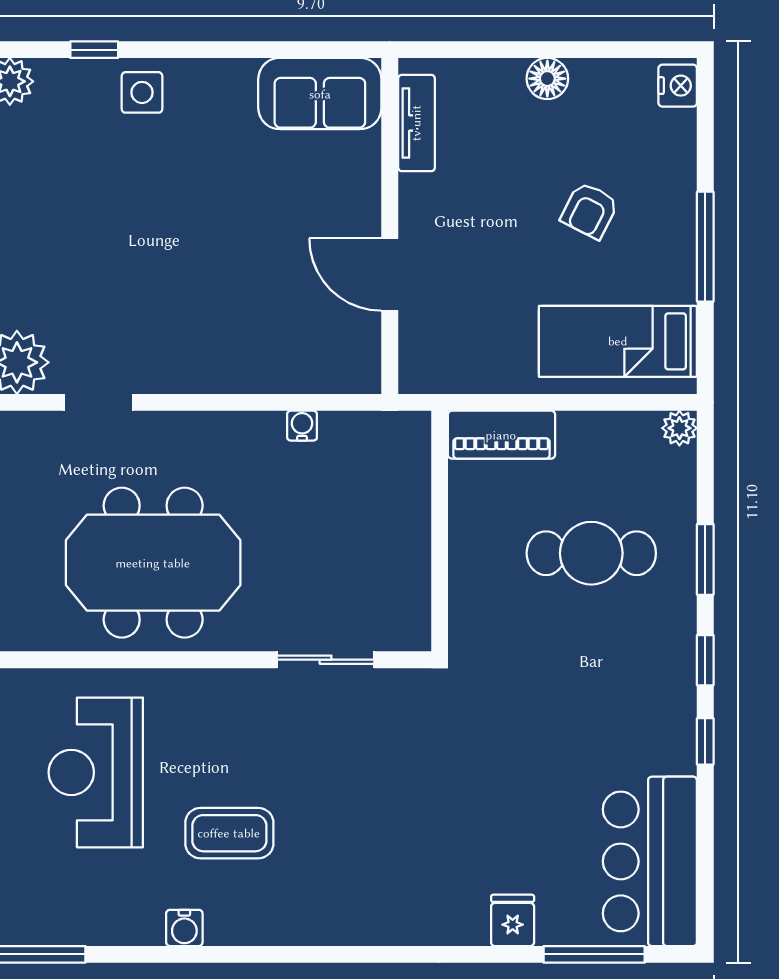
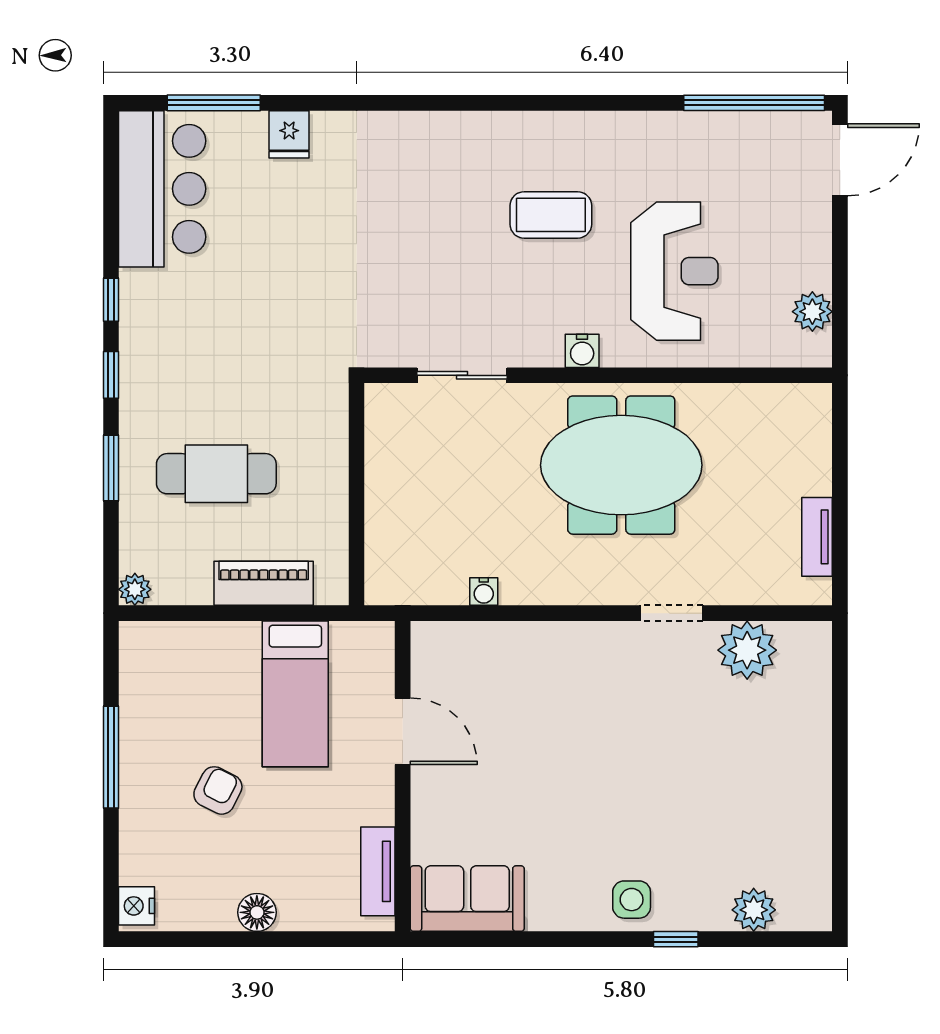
bed: (618, 341) -> (295, 694), moved, turned 90
piano: (501, 435) -> (264, 583), moved
water cooler: (184, 928) -> (582, 351), moved, turned 180

